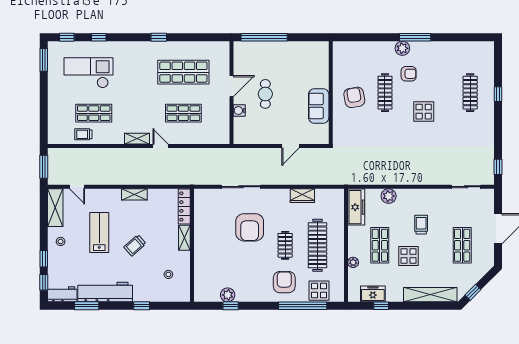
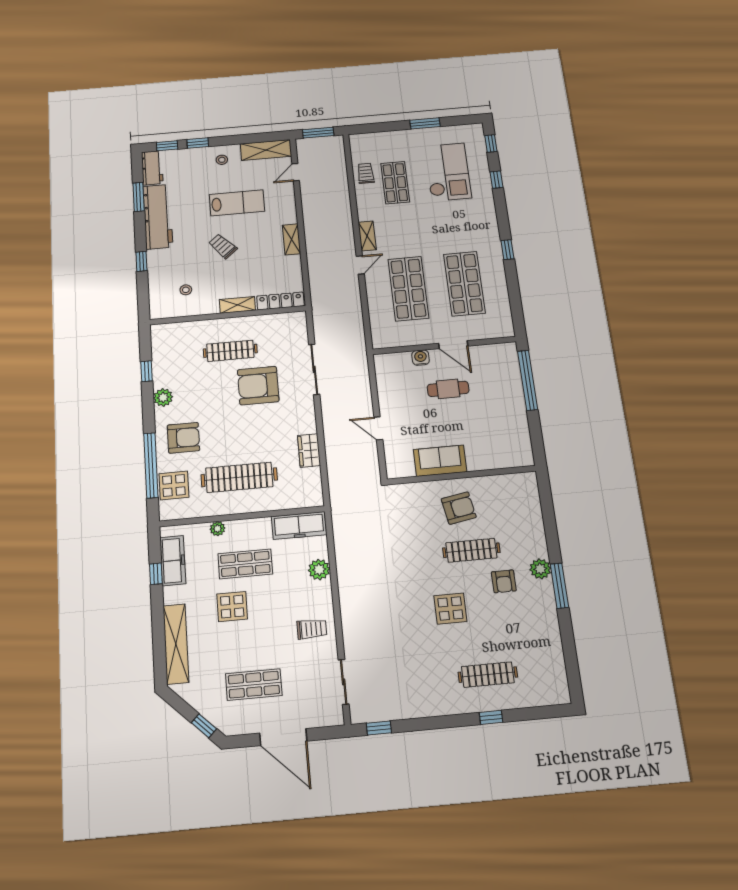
window: (44, 60) -> (425, 123), moved
shop shelf: (183, 113) -> (408, 289), width x1.43, depth x1.36
trolley: (421, 225) -> (312, 629), moved
clothes rail: (285, 245) -> (230, 351), moved, width x1.36
window: (473, 292) -> (204, 726), moved
freezer: (373, 294) -> (173, 561), width x1.40
plant: (228, 295) -> (163, 397), moved

